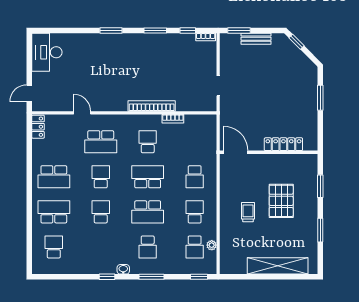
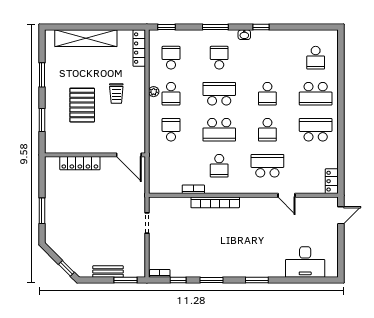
desk: (47, 52) -> (305, 262), moved, turned 90
plant: (212, 245) -> (154, 92), moved
locker: (226, 256) -> (139, 48), added

